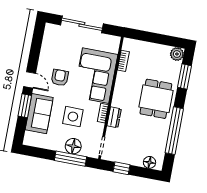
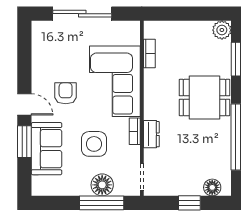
dining table: (156, 99) -> (204, 98), turned 90
window: (122, 168) -> (189, 203), moved

